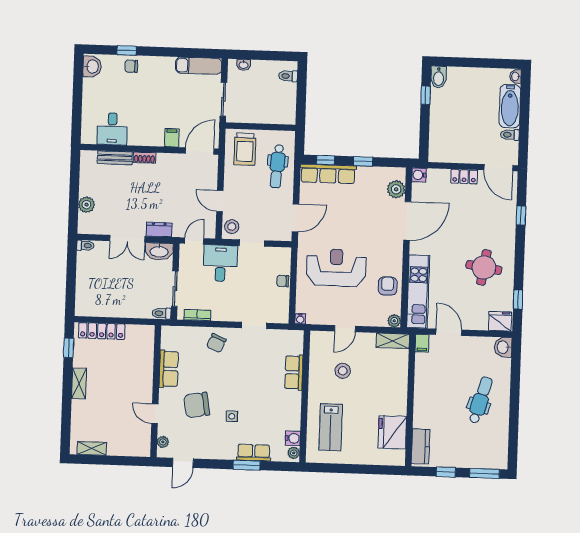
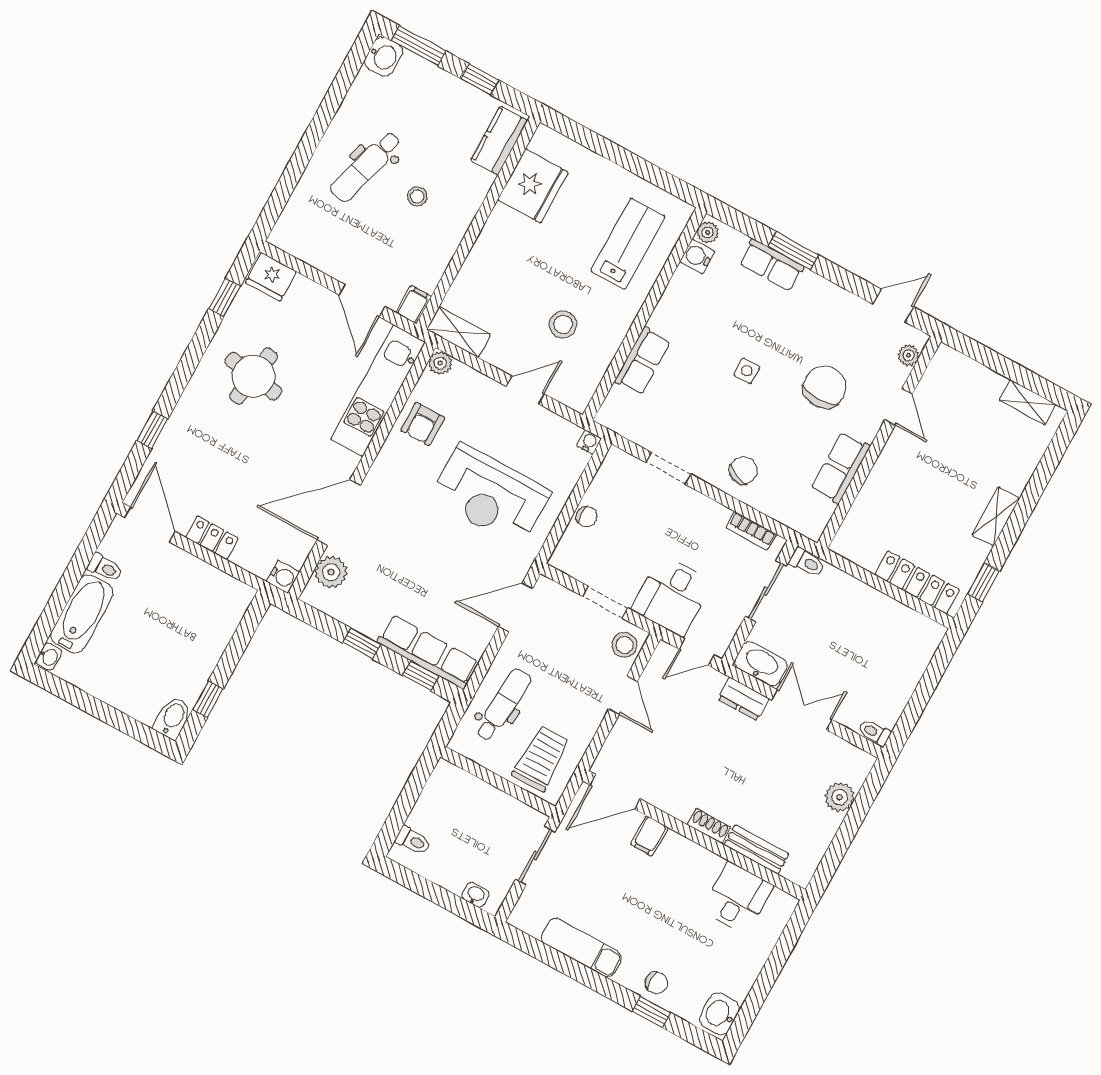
exam couch: (199, 66) -> (581, 948), moved
washbasin: (503, 347) -> (383, 57), moved
stool: (447, 398) -> (417, 196), added
chair: (197, 405) -> (824, 387), turned -80
side table: (232, 416) -> (747, 371), moved

